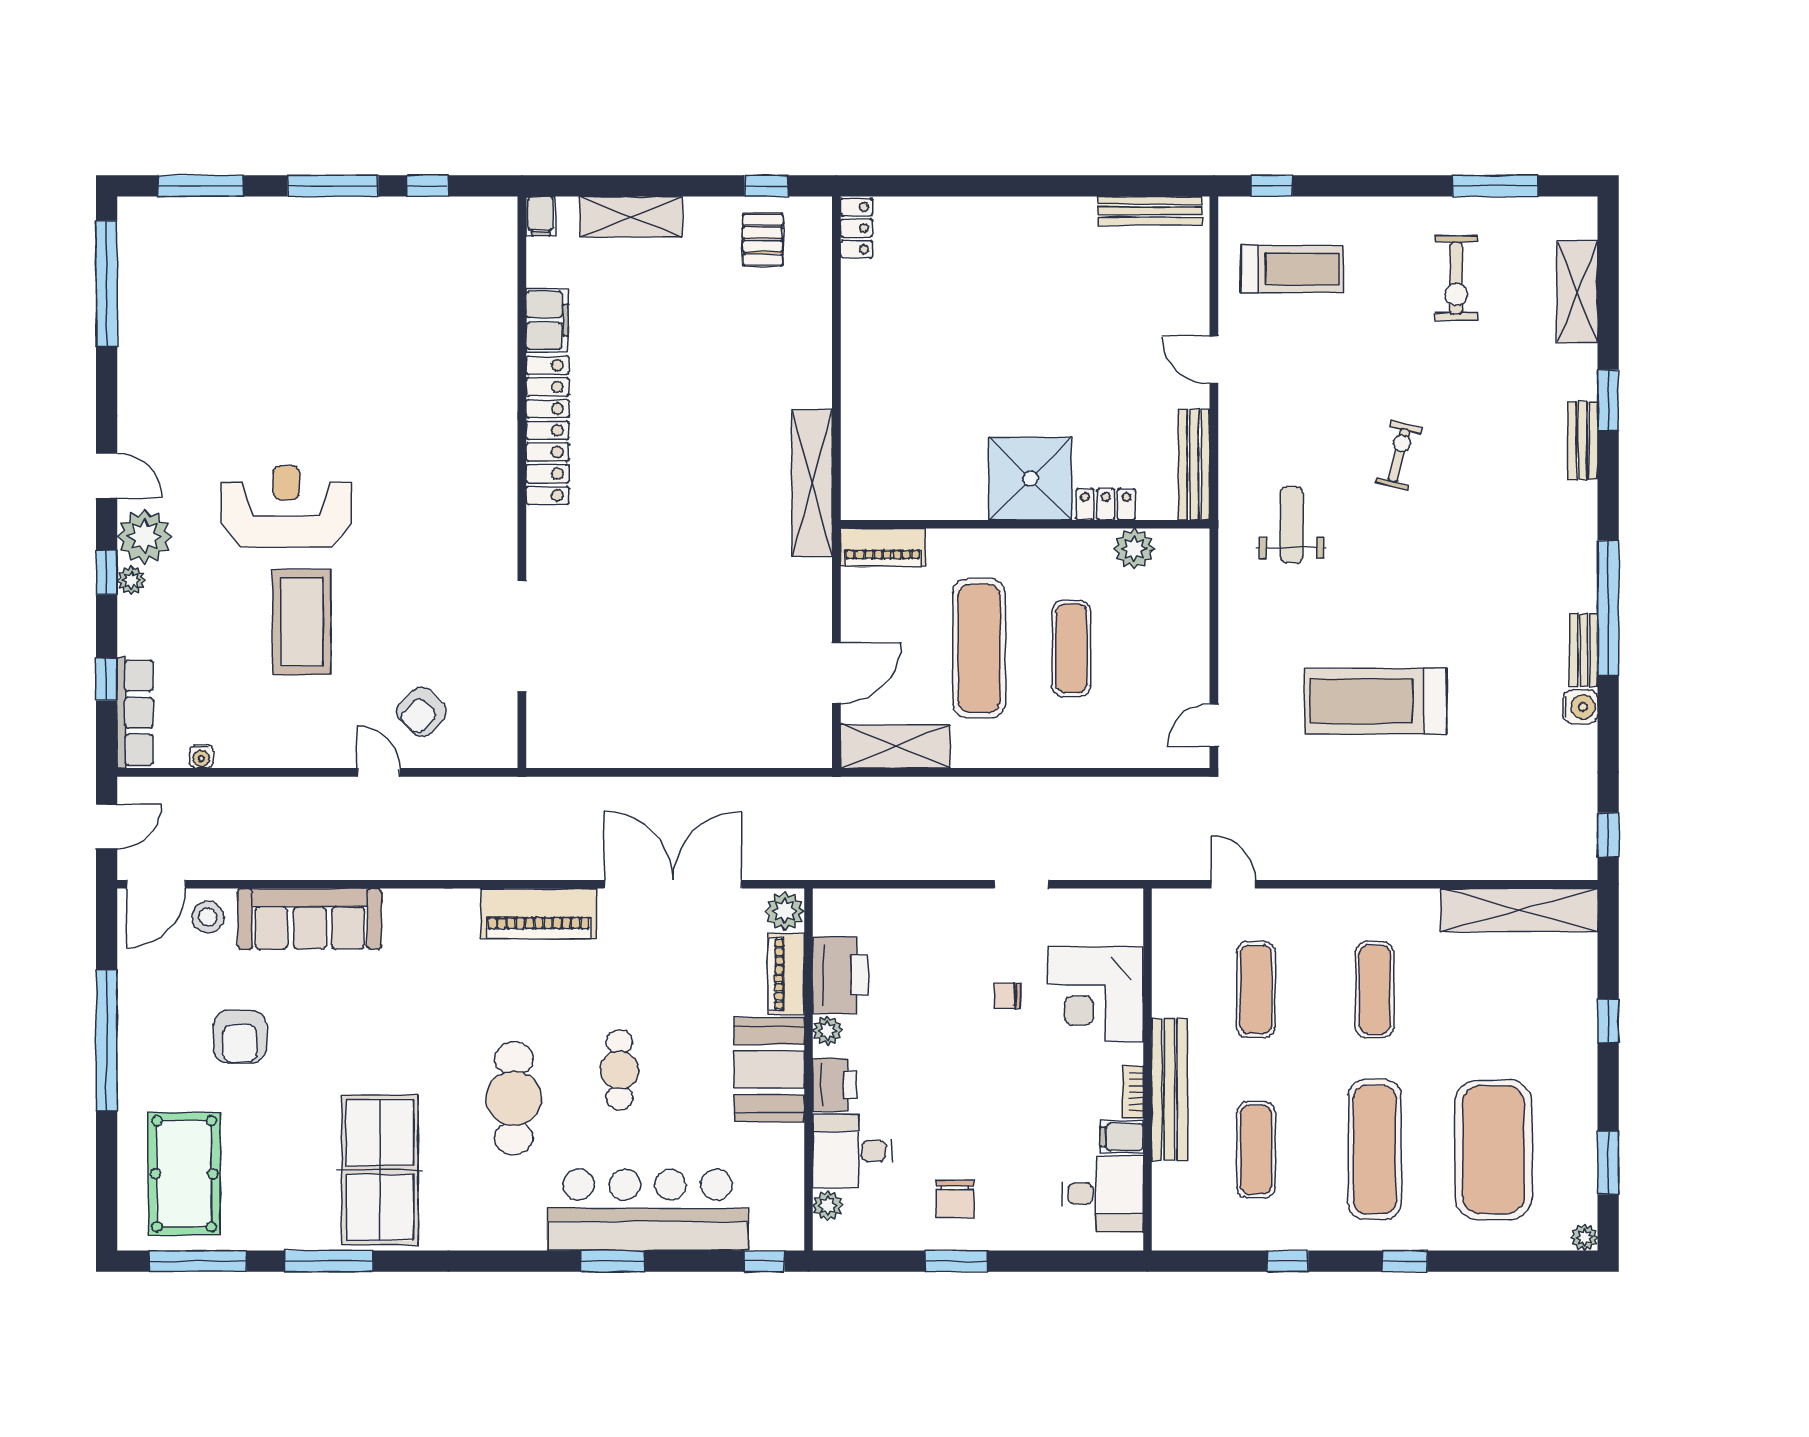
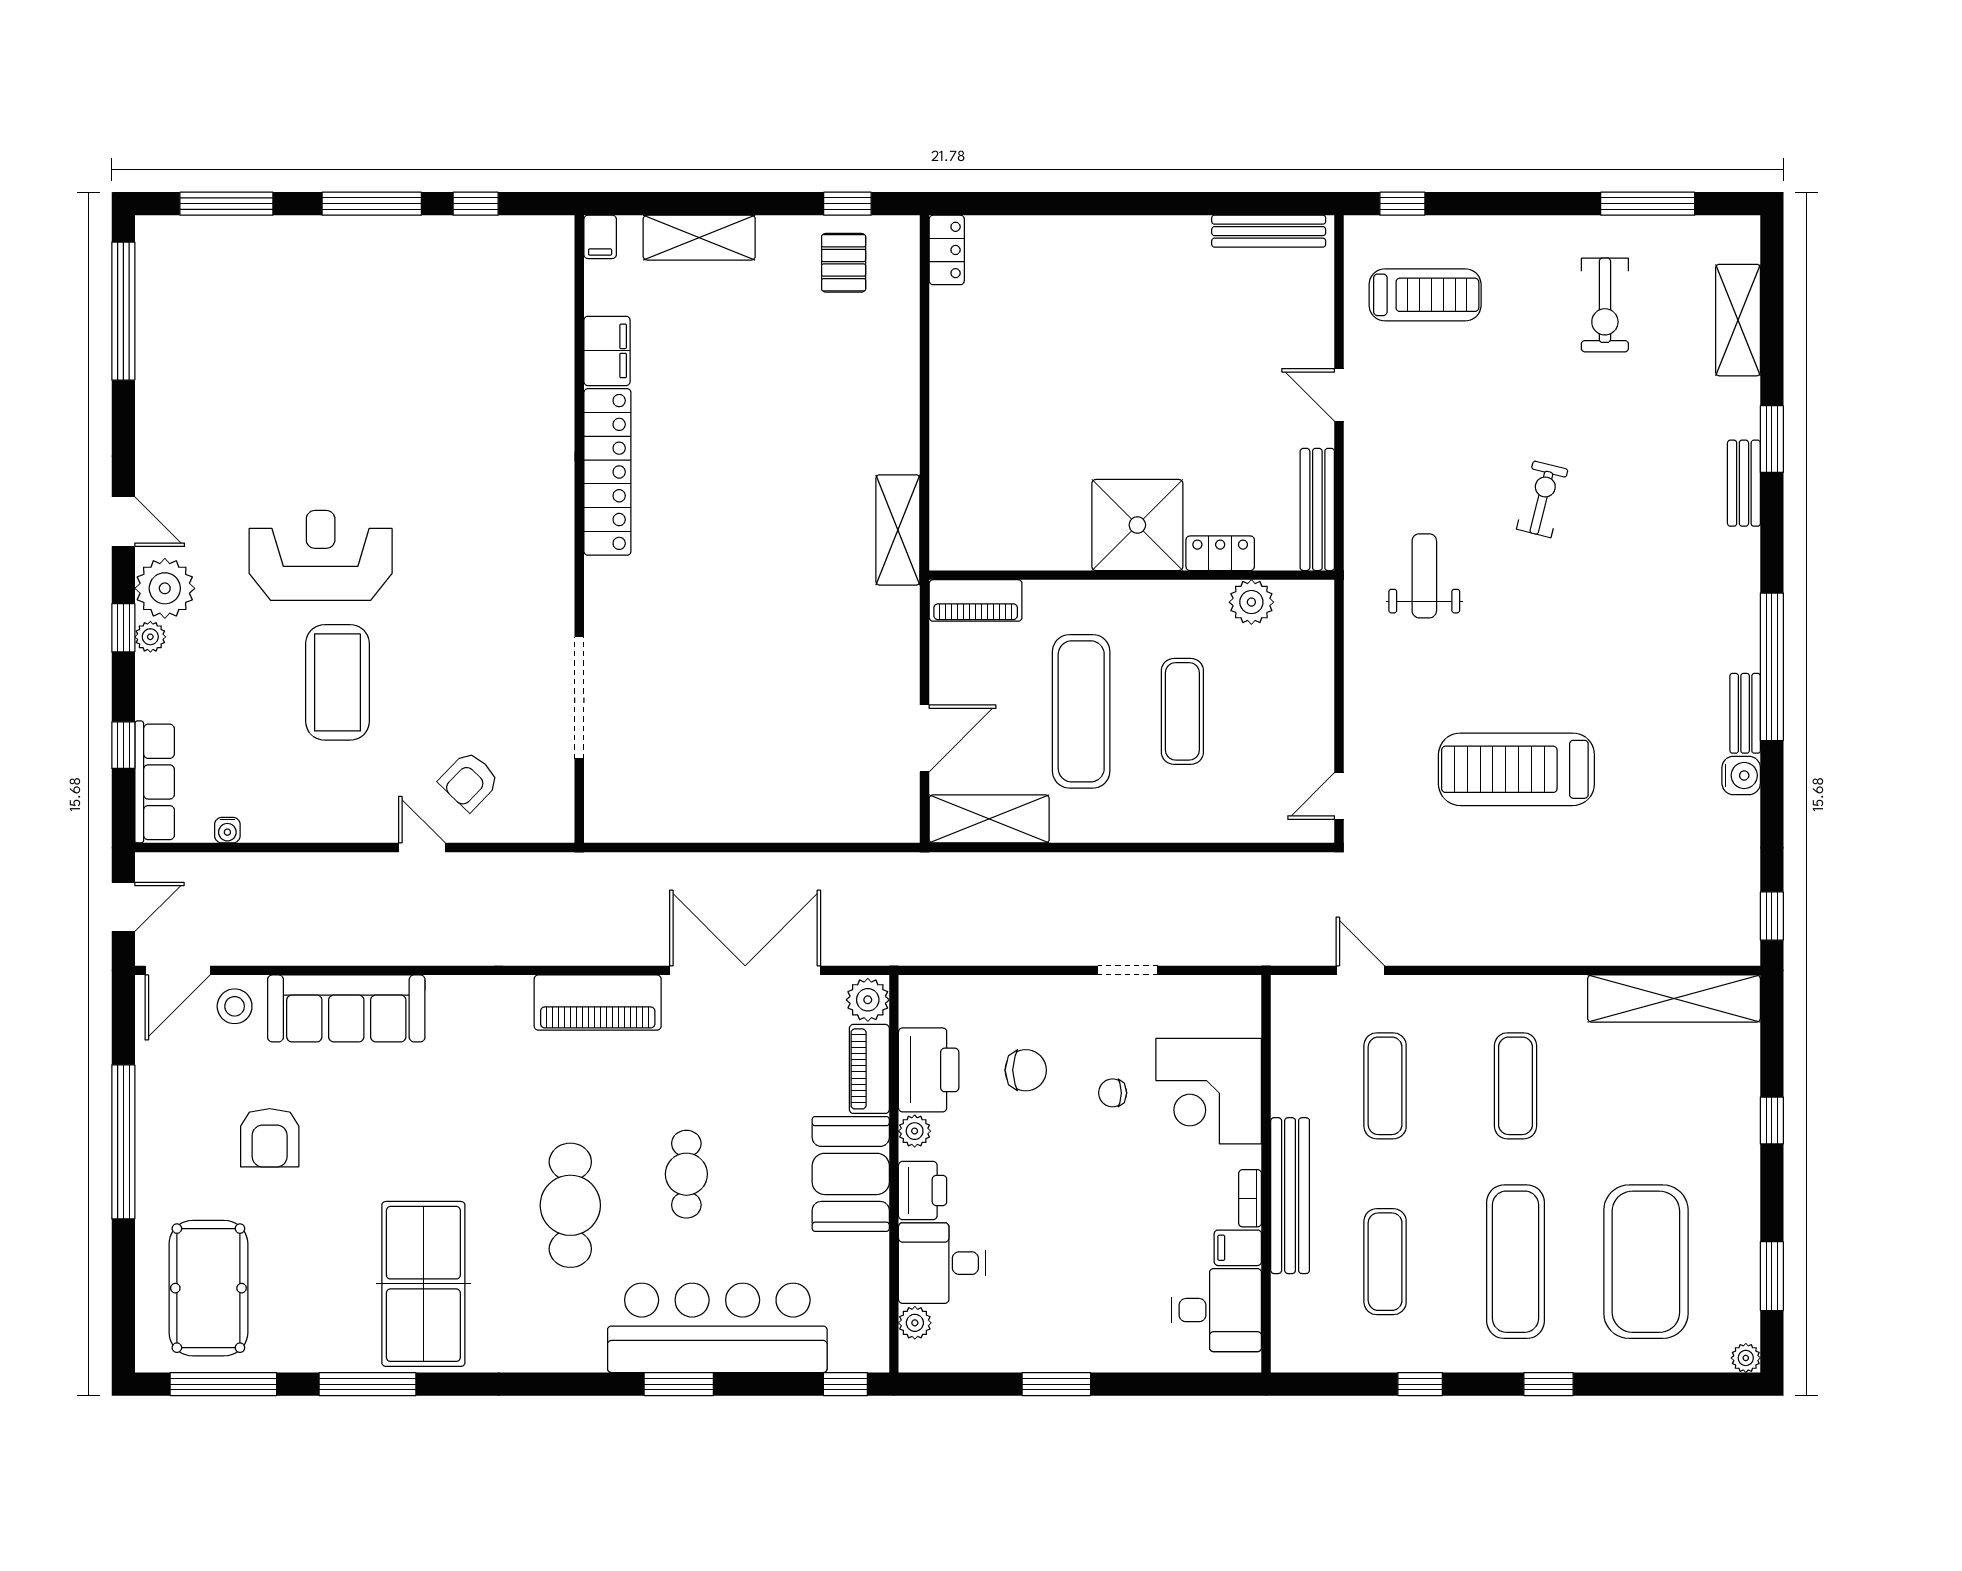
shelving: (812, 483) -> (898, 530), width x0.68
chair: (955, 1199) -> (1026, 1070), moved, turned -90

